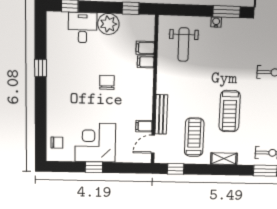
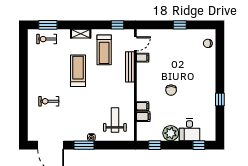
corner desk: (95, 143) -> (179, 44), removed

